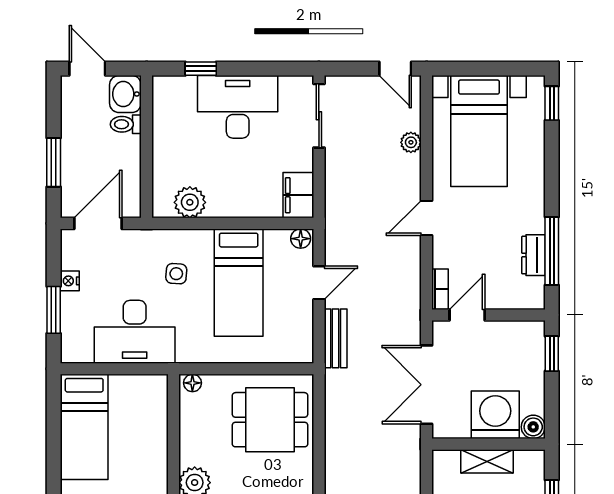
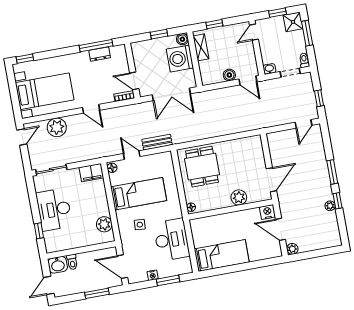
plant: (411, 142) -> (57, 127), width x1.87, depth x1.87
window: (552, 354) -> (159, 34), moved
shelving: (487, 461) -> (201, 47), moved

